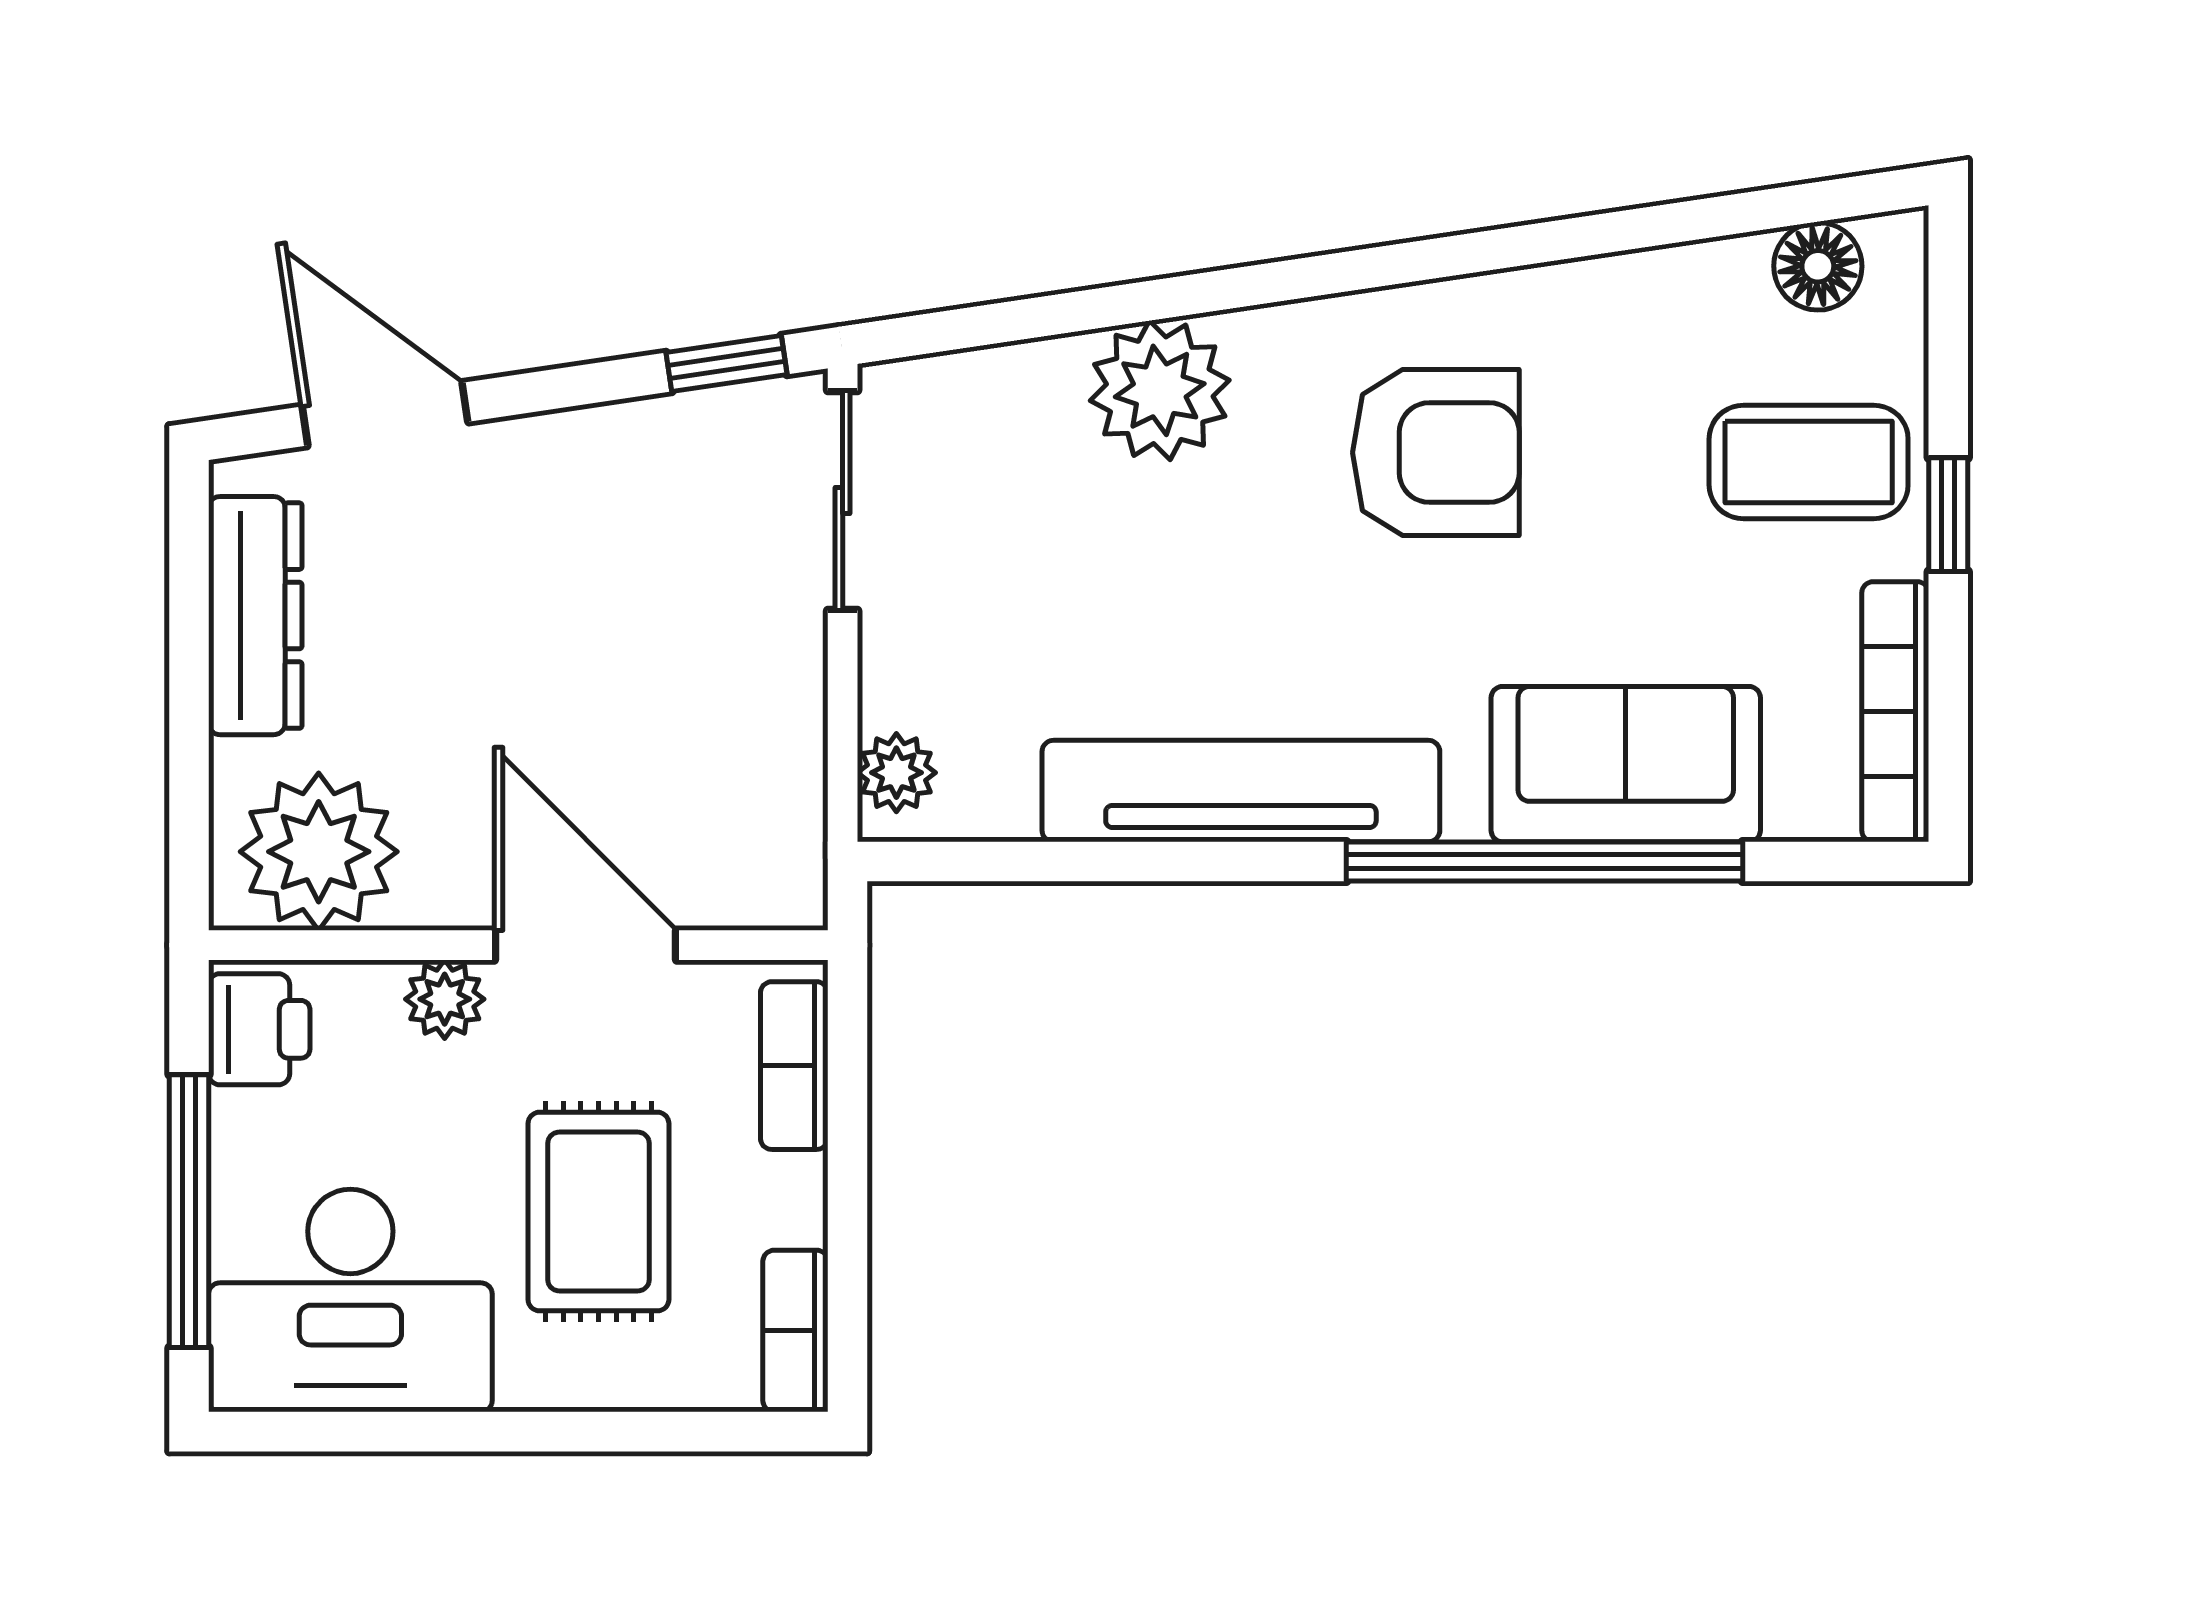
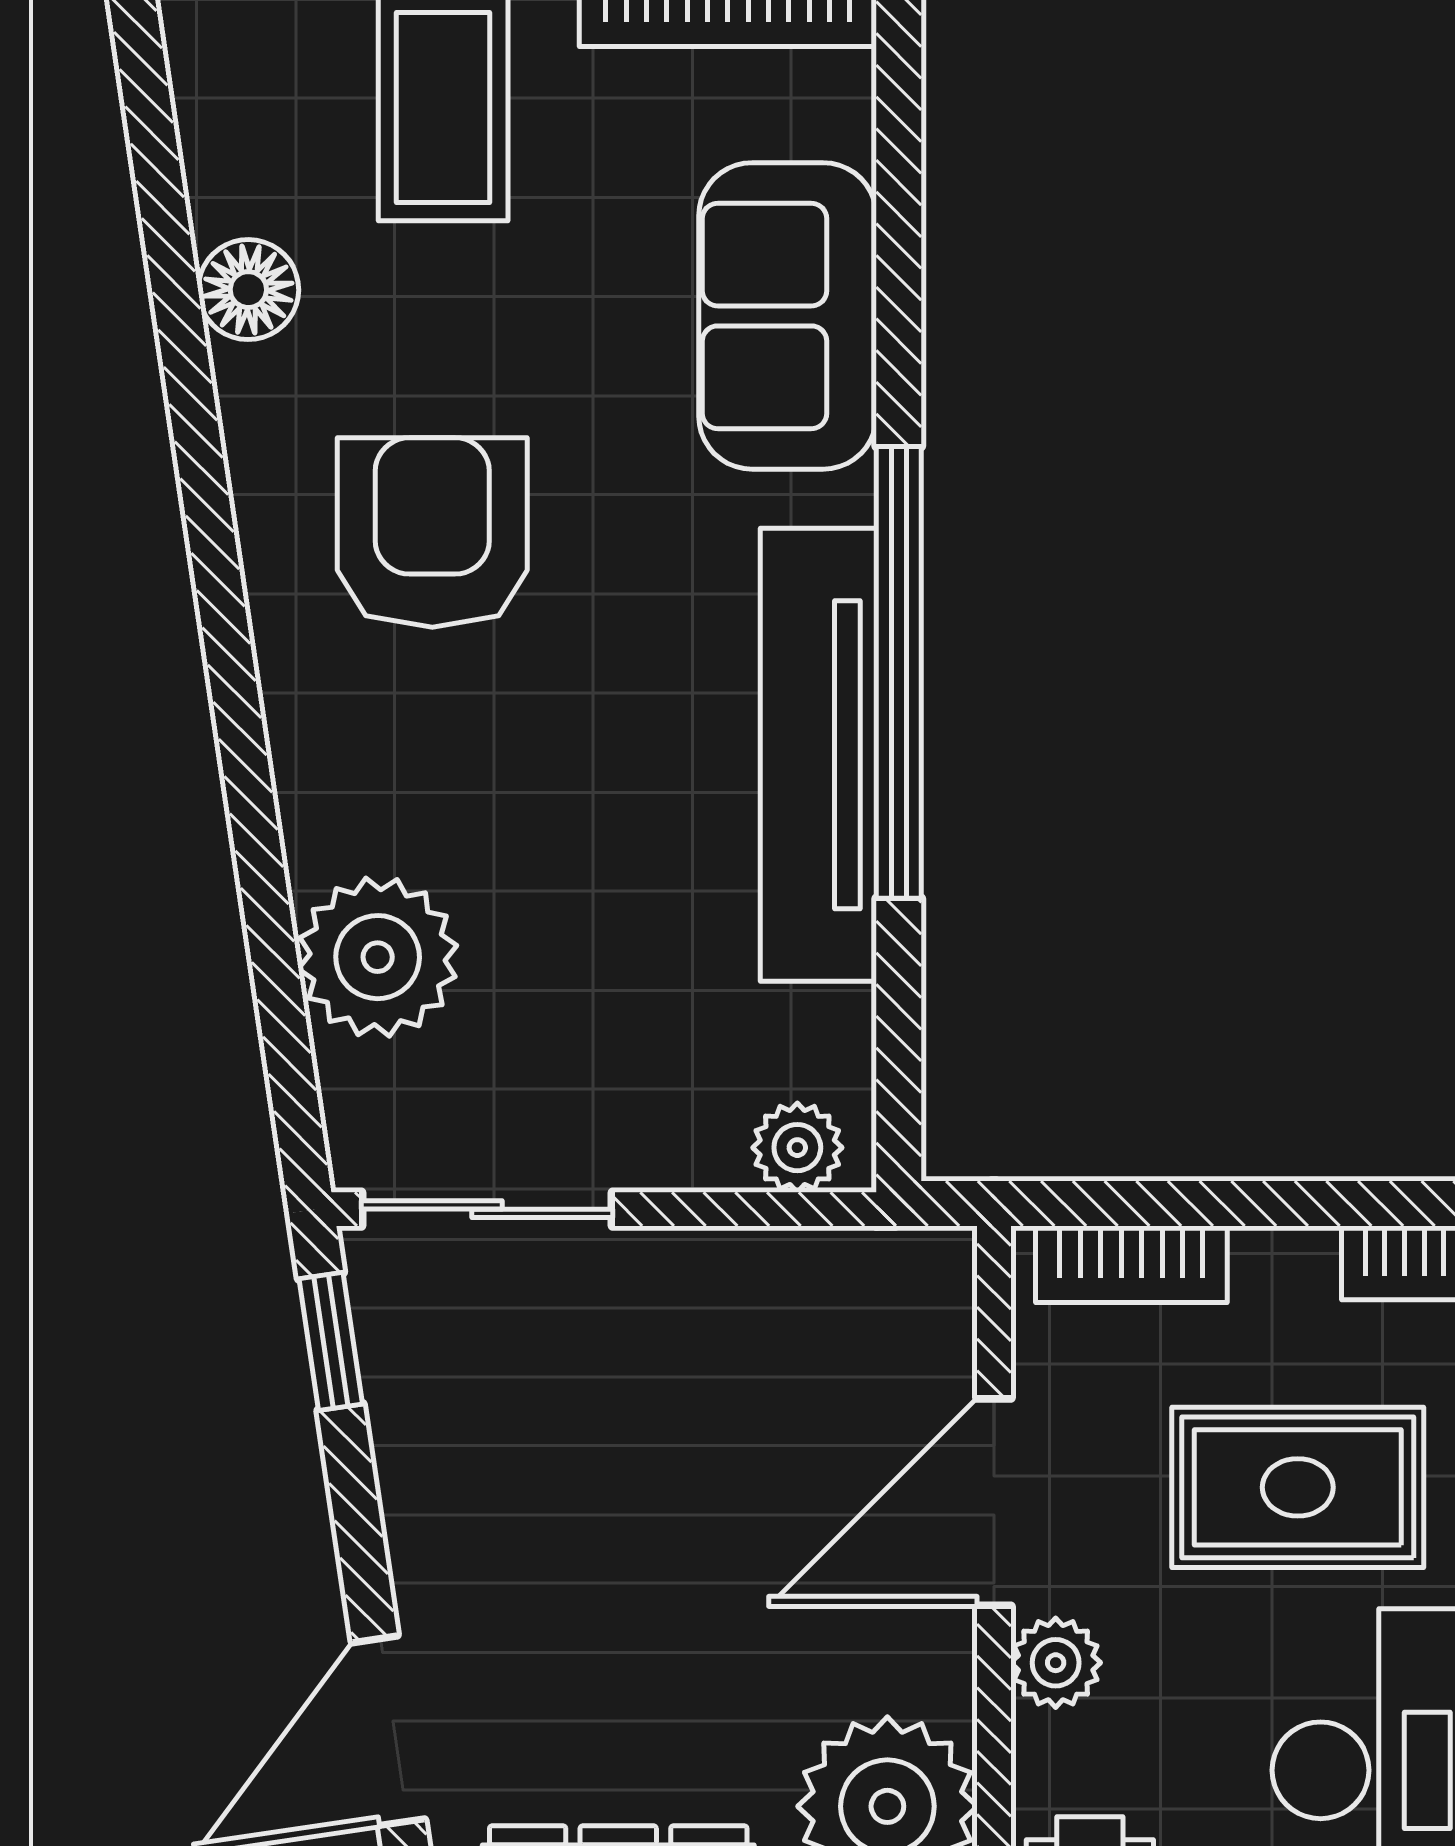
floor lamp: (1818, 266) -> (248, 290), moved
plant: (1160, 390) -> (378, 957), moved
window: (1544, 862) -> (899, 672), moved

